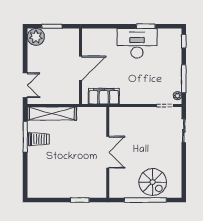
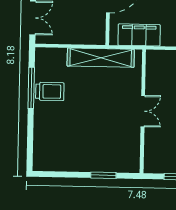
shelving: (52, 114) -> (101, 58), moved
double door: (108, 152) -> (143, 111), width x0.73

